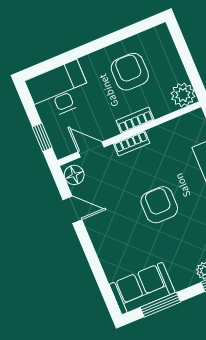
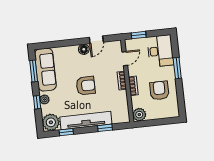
window: (81, 52) -> (177, 68), added
armchair: (130, 72) -> (159, 91), turned -90
floor lamp: (74, 175) -> (84, 49), moved
sofa: (142, 288) -> (45, 70), width x1.36

